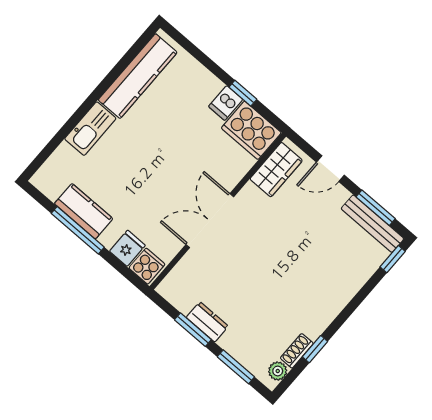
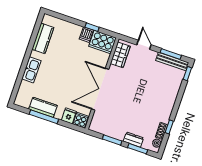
kitchen counter: (138, 76) -> (43, 38), width x0.67
door: (330, 169) -> (144, 45), swing flipped
double door: (210, 221) -> (100, 89), width x1.36
dresser: (207, 322) -> (133, 140), moved

